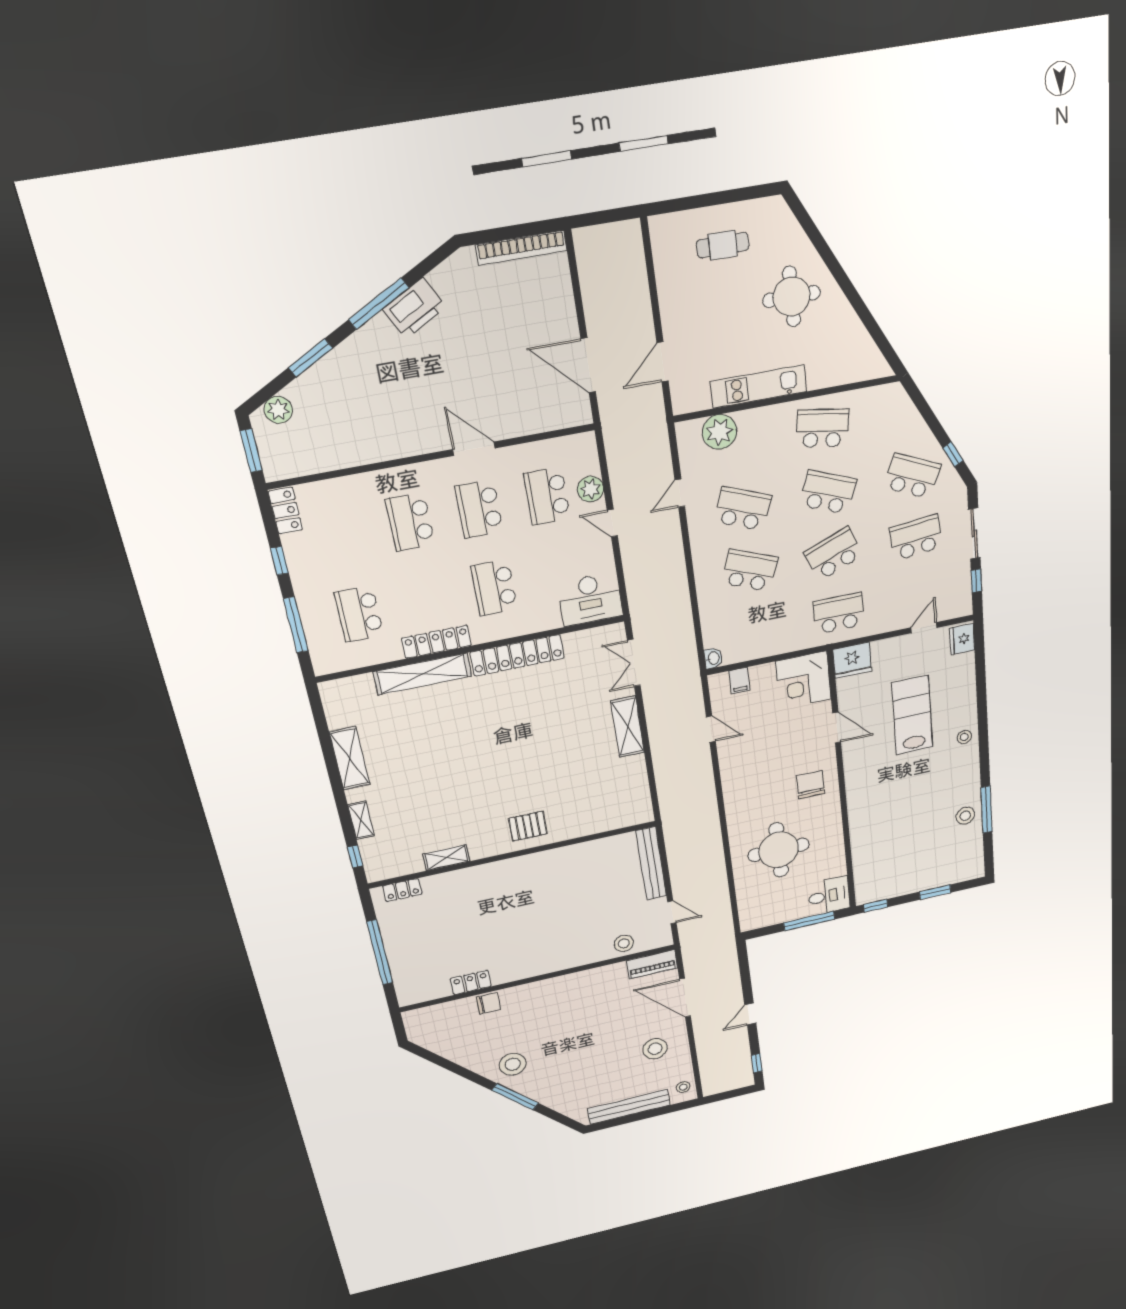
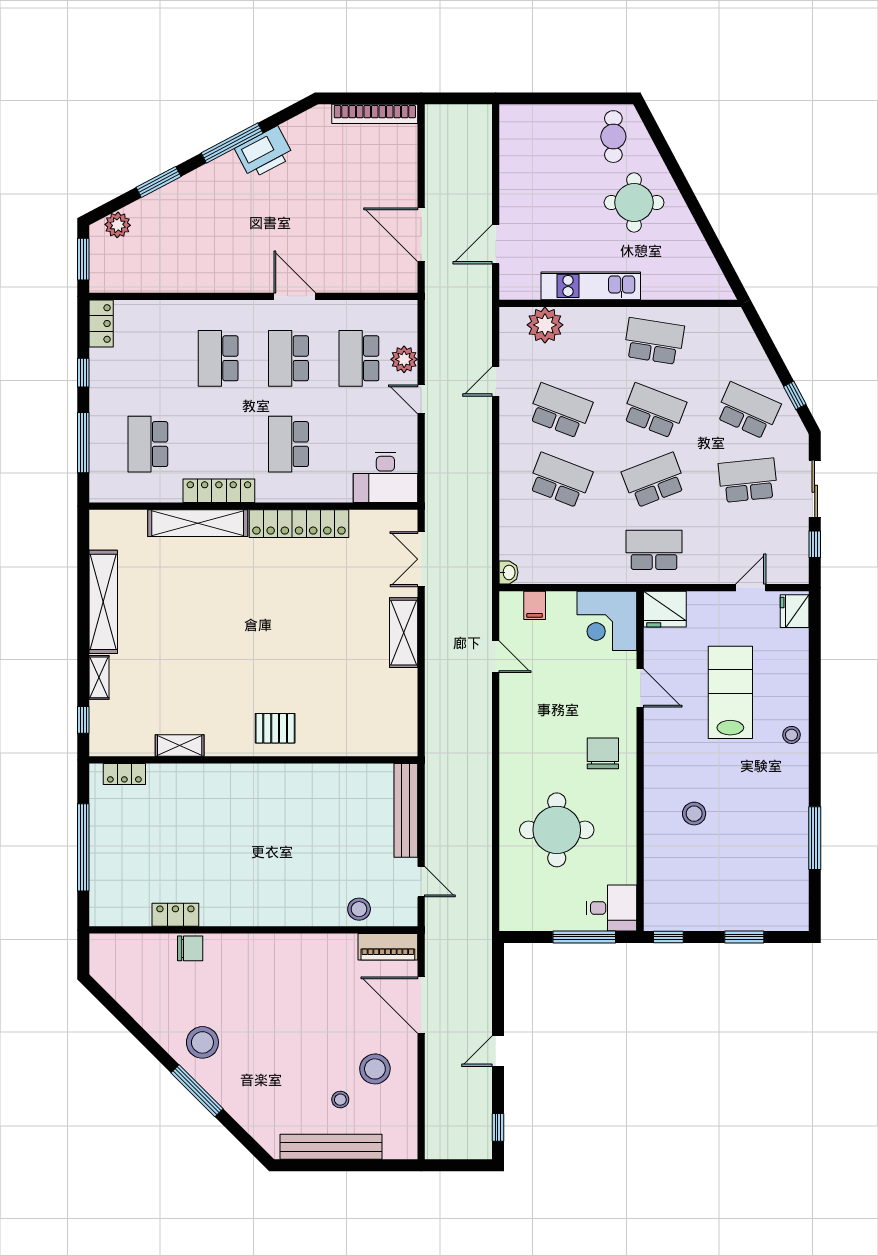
cafe table: (723, 245) -> (613, 137), moved, turned 90
shelving: (350, 758) -> (103, 602), width x1.47
stool: (965, 816) -> (694, 814), moved
stool: (683, 1087) -> (340, 1100), moved

